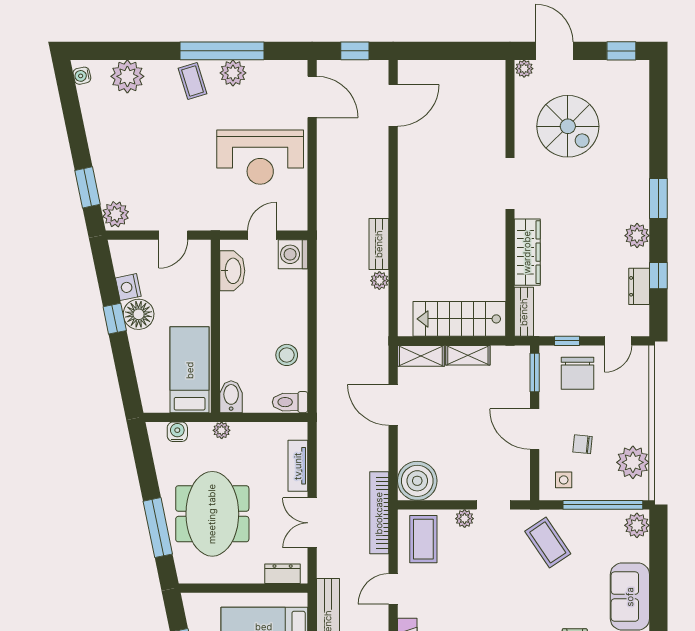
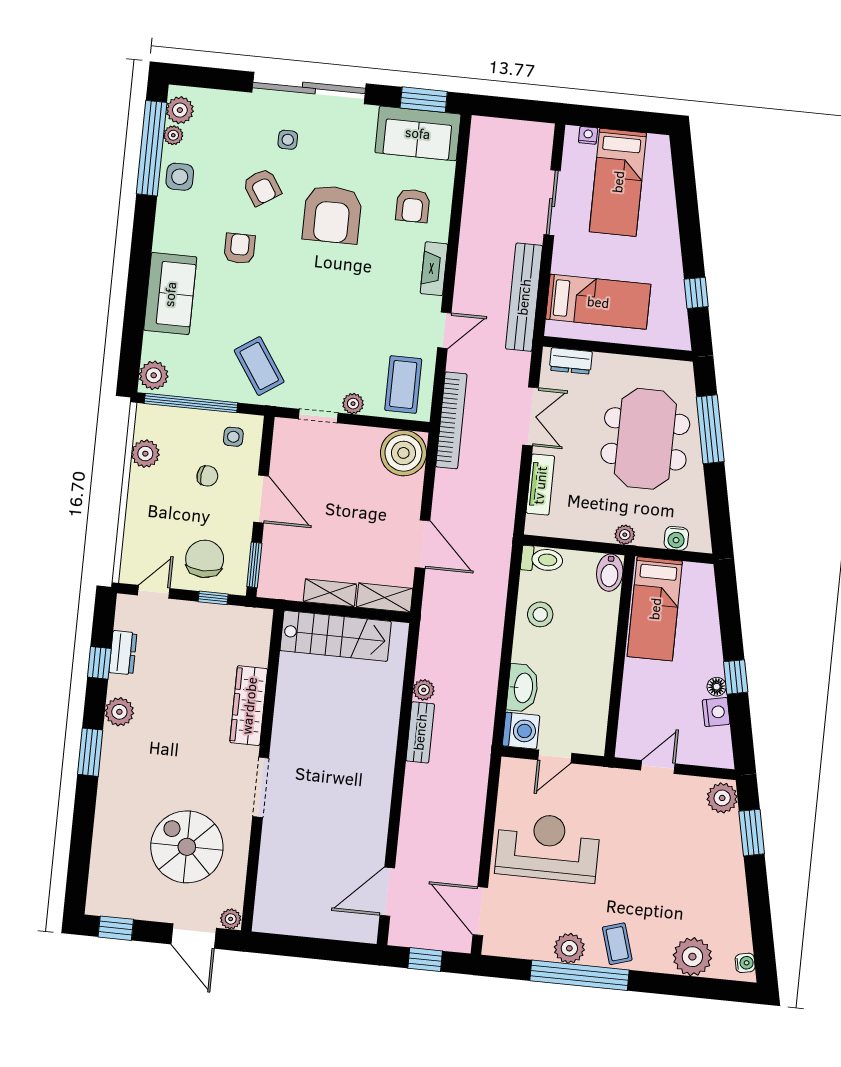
washbasin: (232, 271) -> (523, 688), moved, turned 180
bench: (524, 312) -> (260, 637), removed
floor lamp: (139, 314) -> (717, 687), width x0.53, depth x0.53
plant: (633, 462) -> (145, 454), width x0.73, depth x0.73

